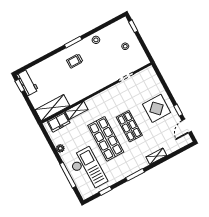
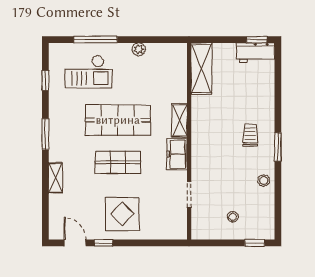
shelving: (77, 110) -> (180, 120), moved
freezer: (59, 122) -> (177, 154), moved
checkout: (88, 170) -> (88, 72), width x0.73, depth x0.83

